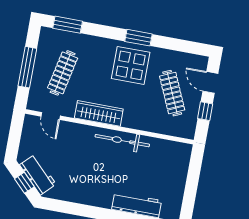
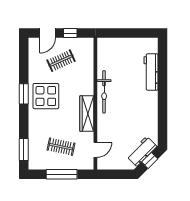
clothes rail: (63, 73) -> (61, 147), width x0.73
clothes rail: (172, 93) -> (61, 61), width x0.73

